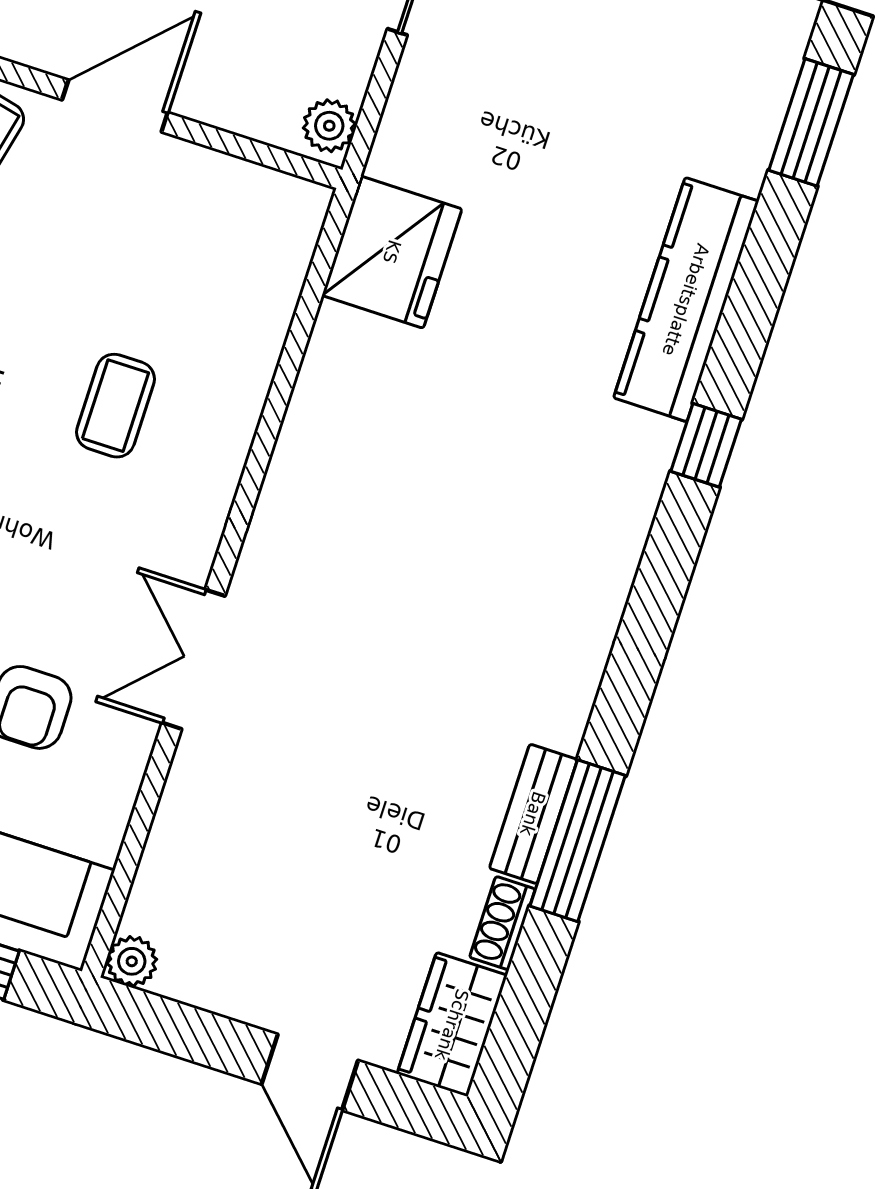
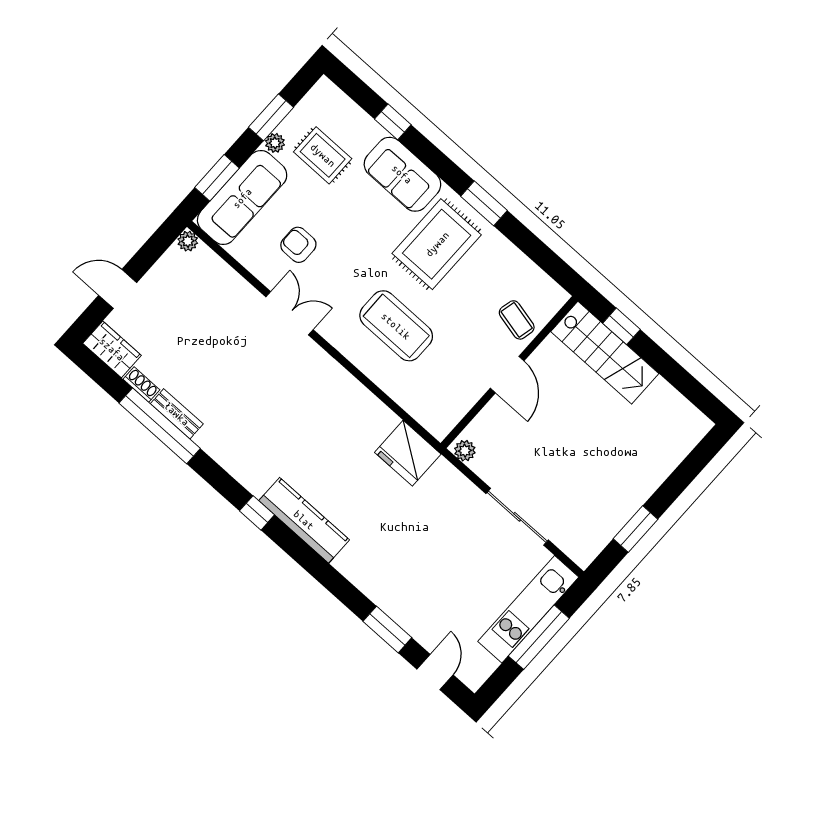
kitchen counter: (686, 300) -> (304, 520), moved
coffee table: (115, 406) -> (396, 326), width x1.86, depth x1.72
window: (706, 445) -> (257, 513), moved
window: (578, 841) -> (160, 426), width x1.46

